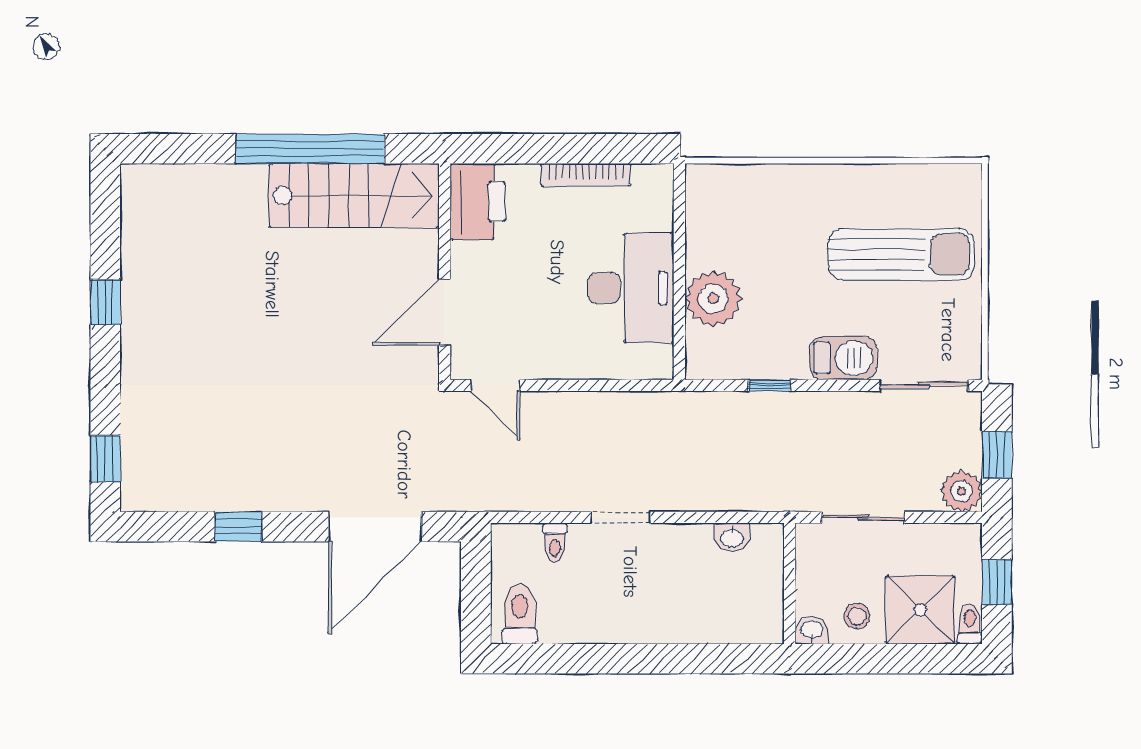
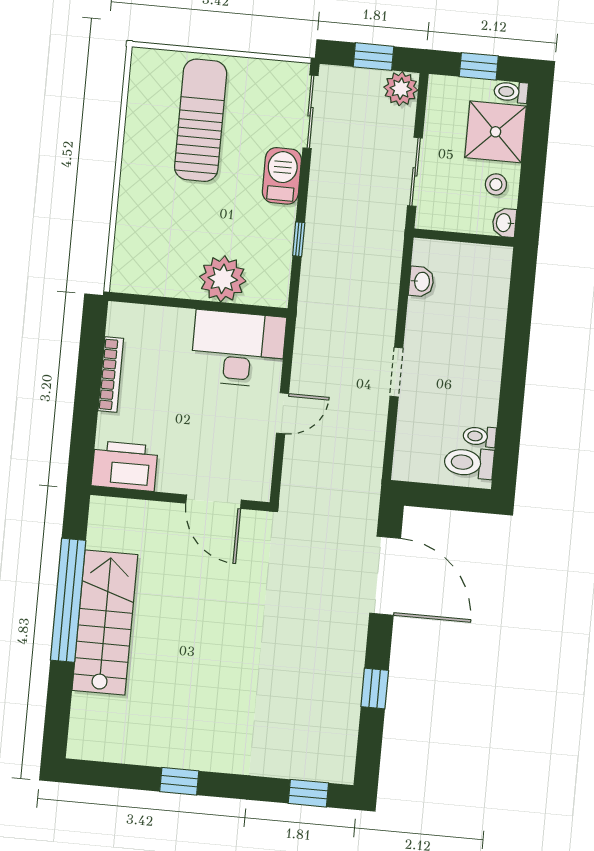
stairs: (354, 195) -> (105, 623), moved
desk: (631, 288) -> (238, 349), moved
door: (495, 385) -> (283, 413), moved
toilet: (555, 543) -> (480, 436), moved, turned 180

